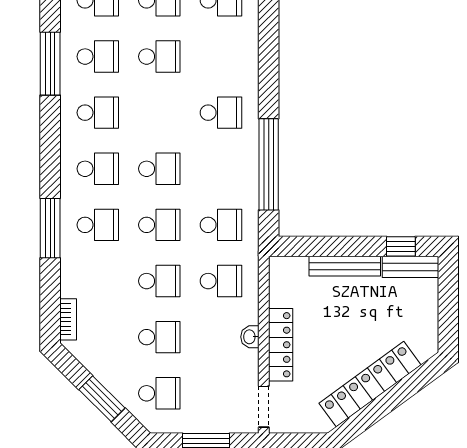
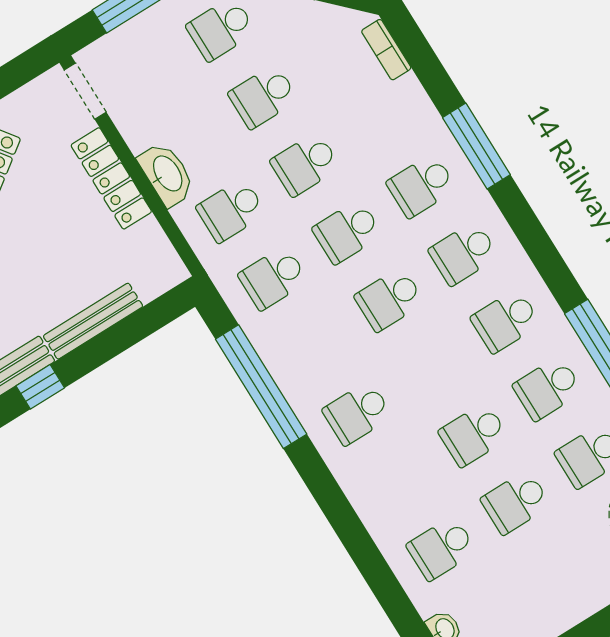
washbasin: (250, 337) -> (167, 174), width x1.91, depth x1.45

